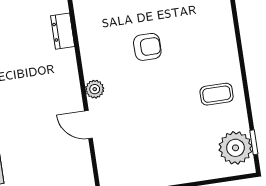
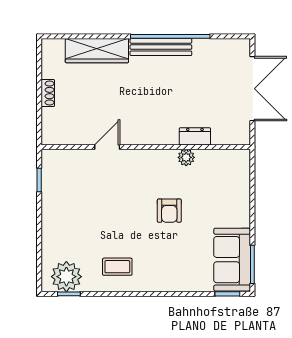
plant: (95, 89) -> (186, 157), moved
coffee table: (217, 94) -> (117, 267), turned 90

